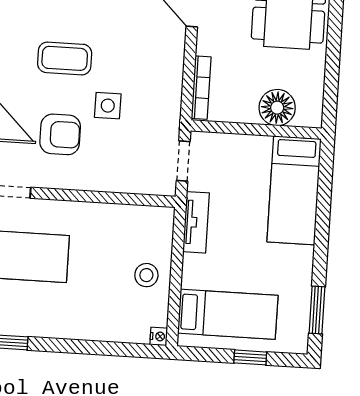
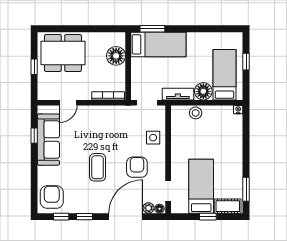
side table: (108, 106) -> (153, 138), moved
floor lamp: (198, 271) -> (203, 91), added
stool: (146, 275) -> (196, 113), moved
window: (317, 310) -> (152, 29), moved

